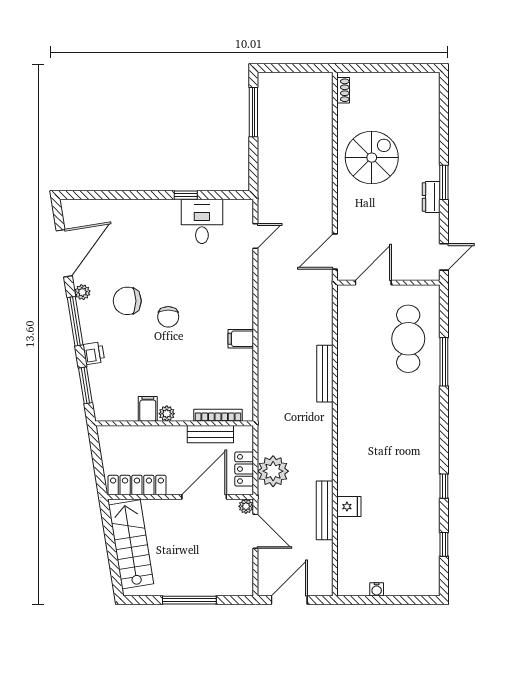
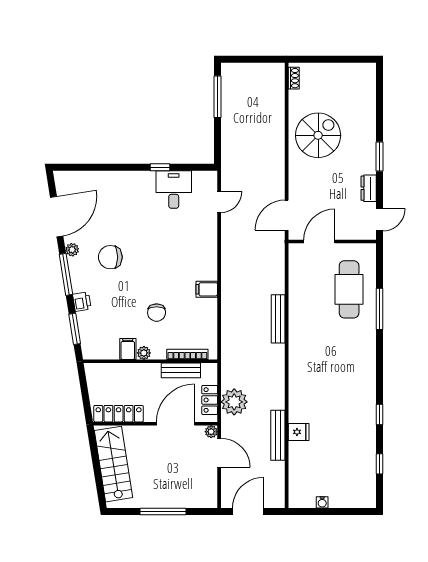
dresser: (431, 197) -> (369, 188), moved
chair: (168, 317) -> (157, 313), moved

